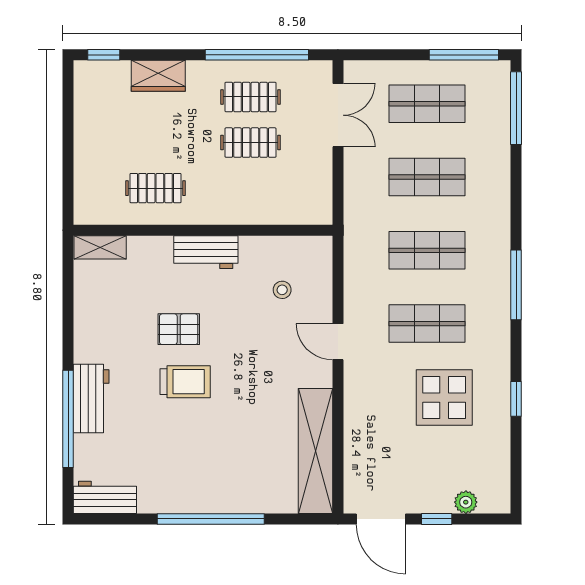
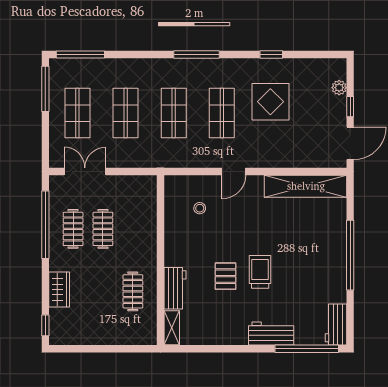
workbench: (206, 252) -> (175, 288), moved
window: (68, 419) -> (307, 349), moved

